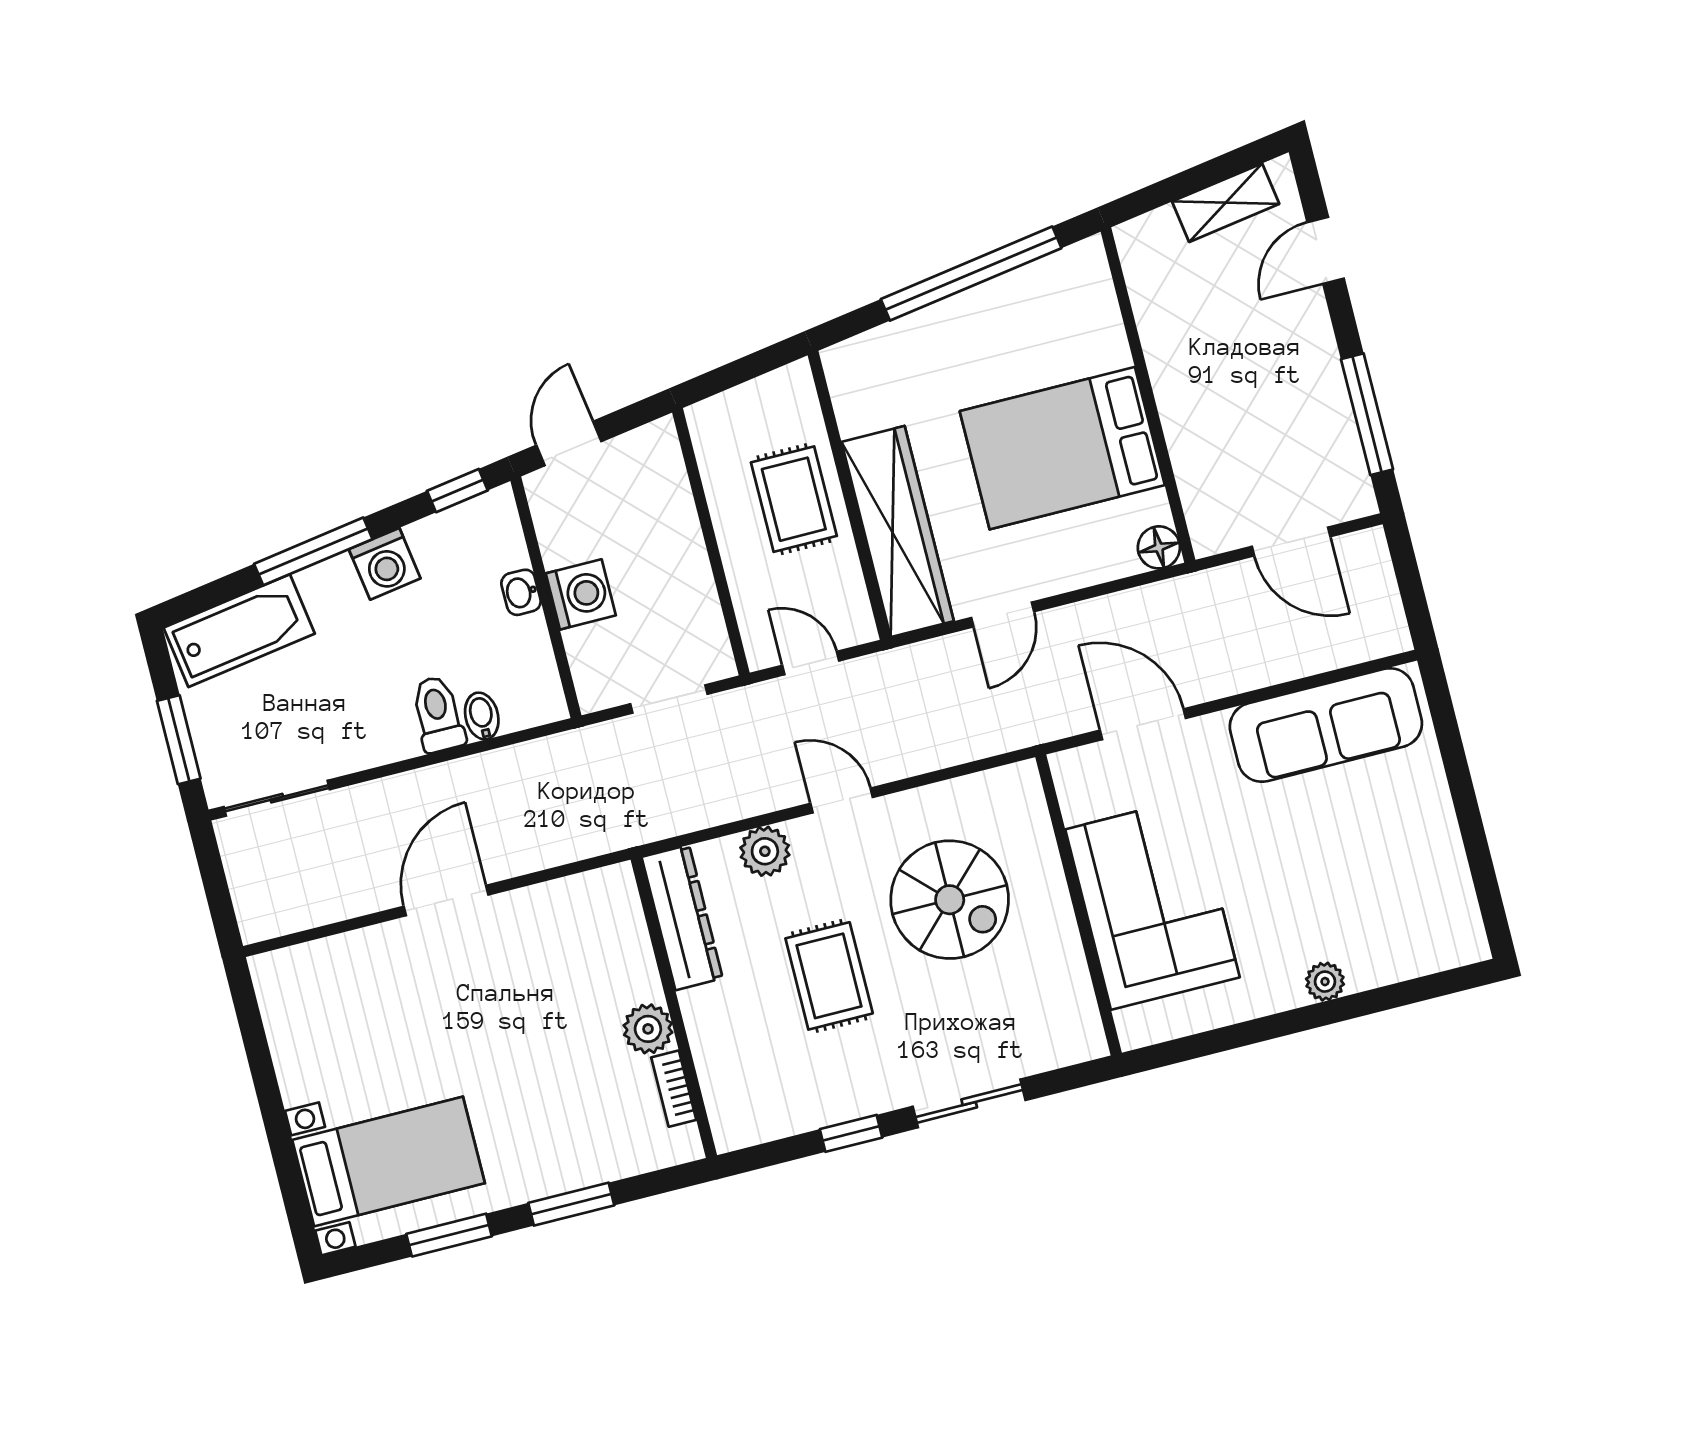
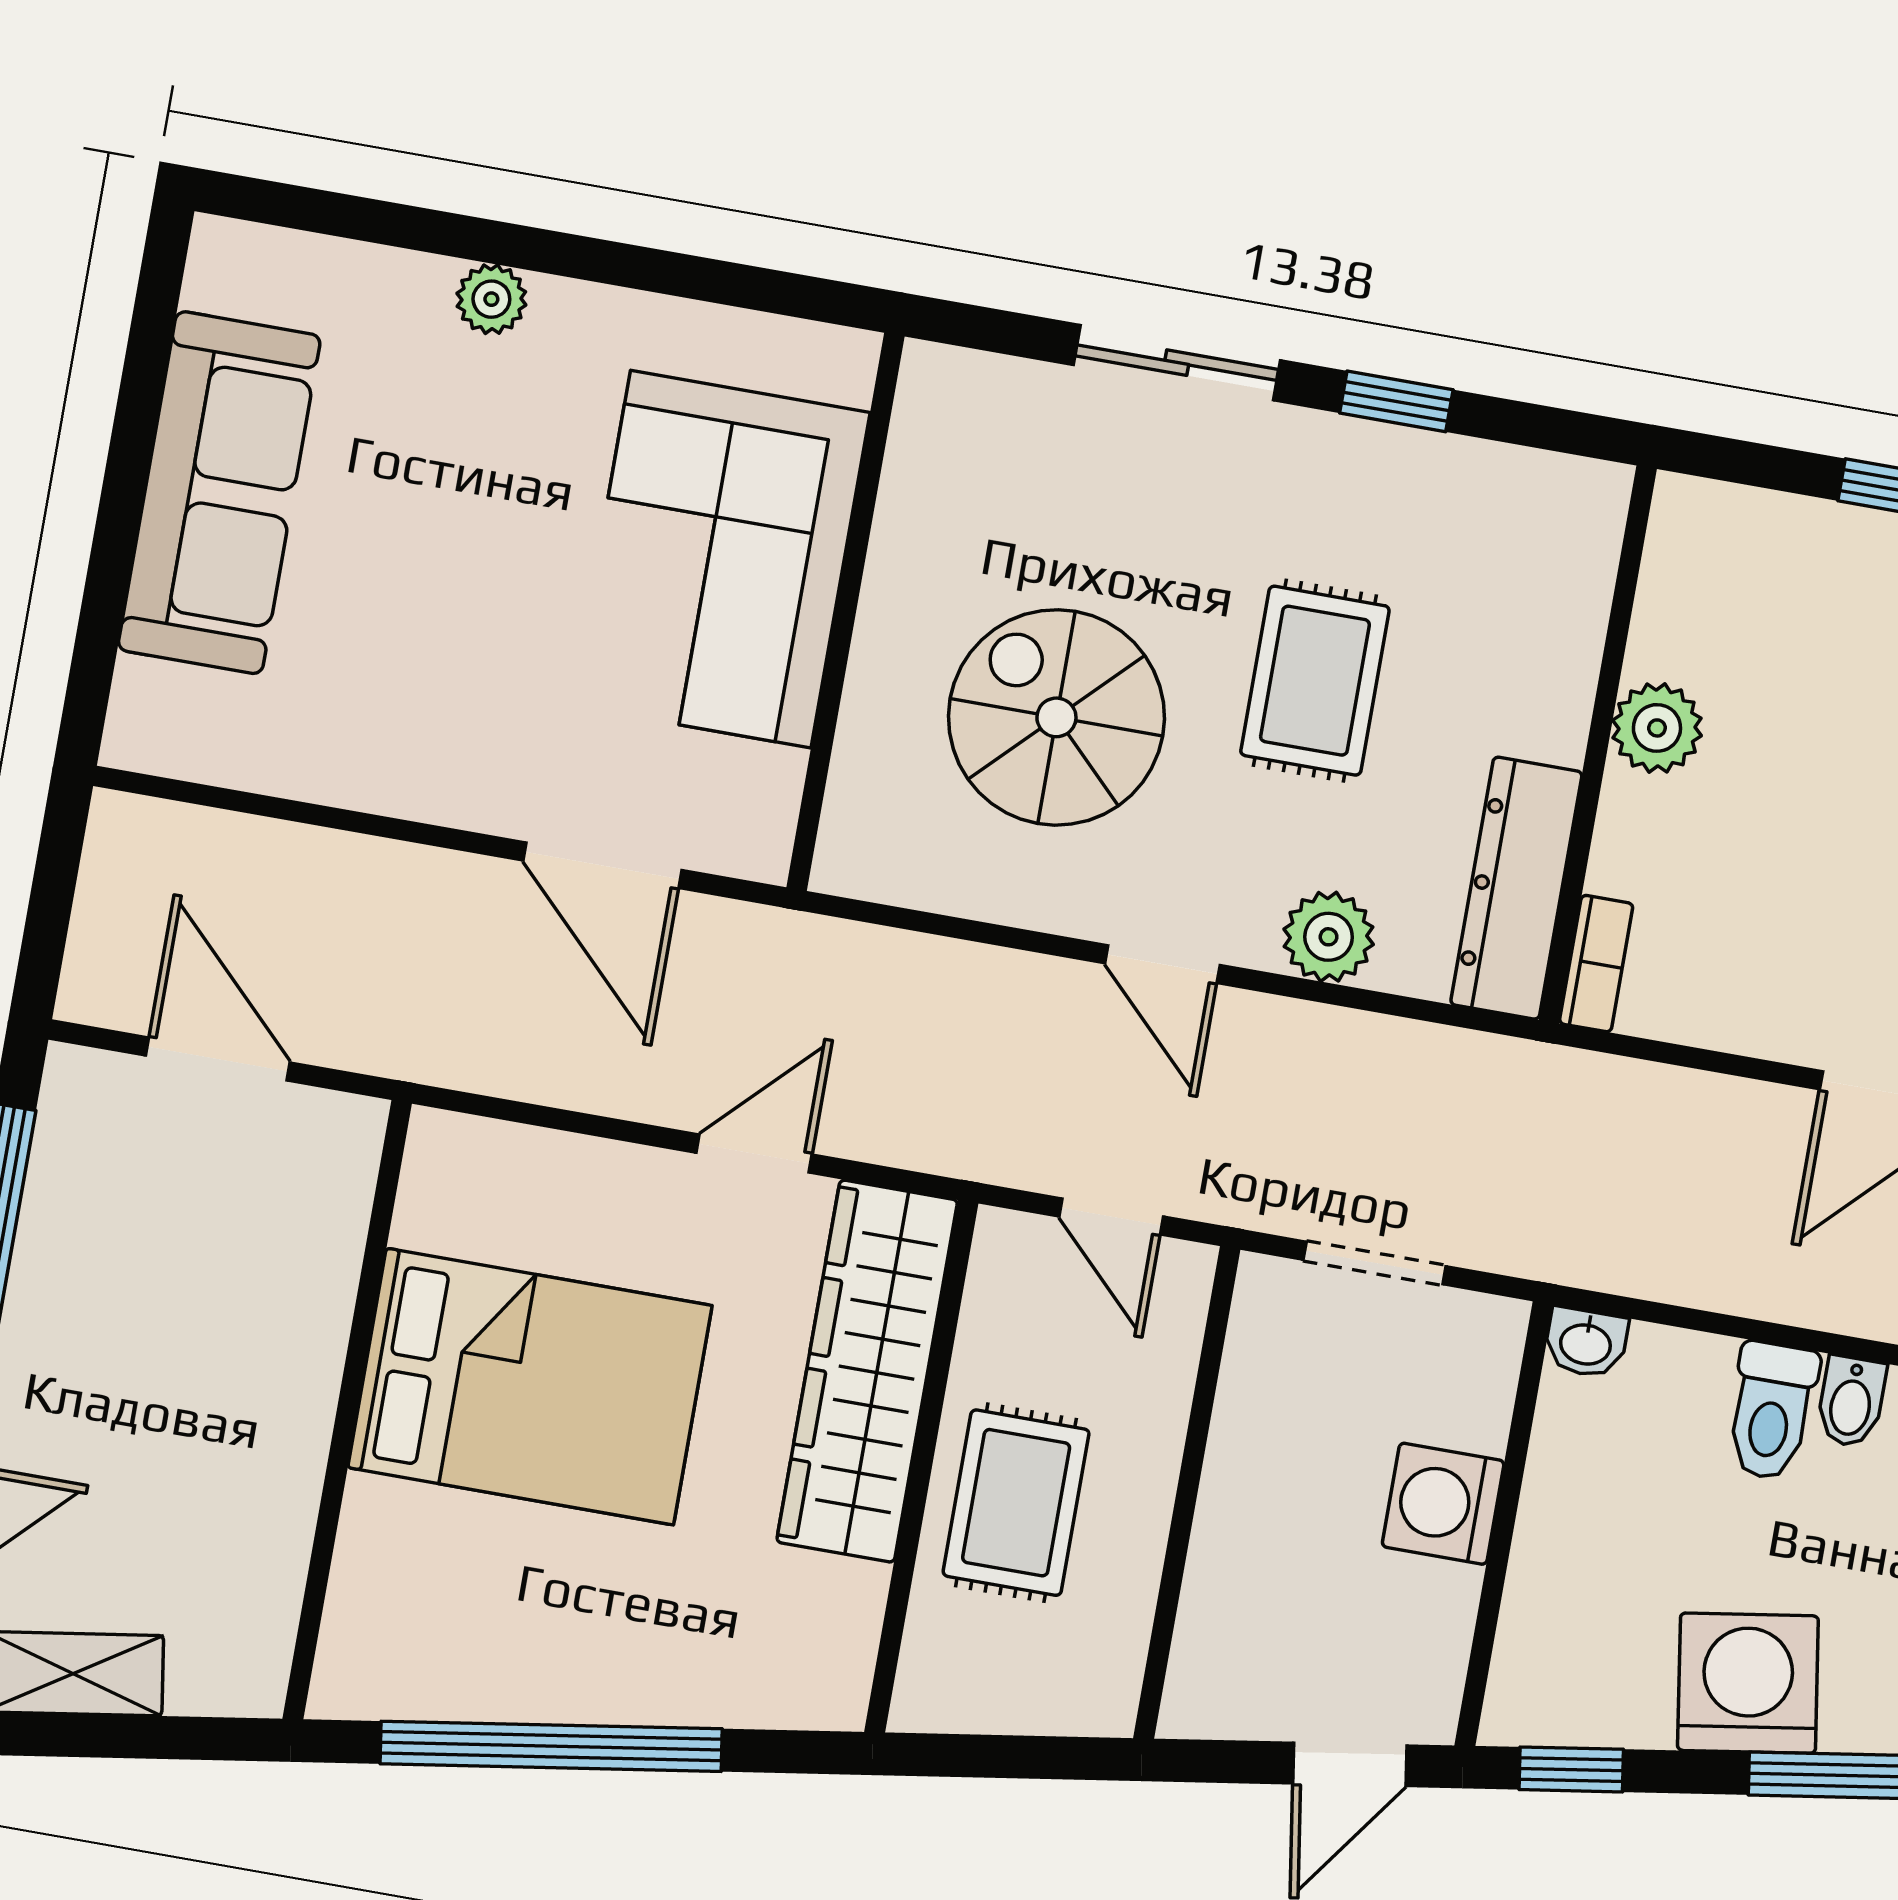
floor lamp: (1159, 547) -> (443, 1148), removed
washing machine: (385, 564) -> (1748, 1683), width x1.37, depth x1.37
washbasin: (521, 592) -> (1586, 1343), moved, turned 90
bidet: (482, 716) -> (1851, 1402), moved
sofa: (1326, 725) -> (219, 493), moved, turned 90
bookcase: (674, 1089) -> (1596, 964), moved

